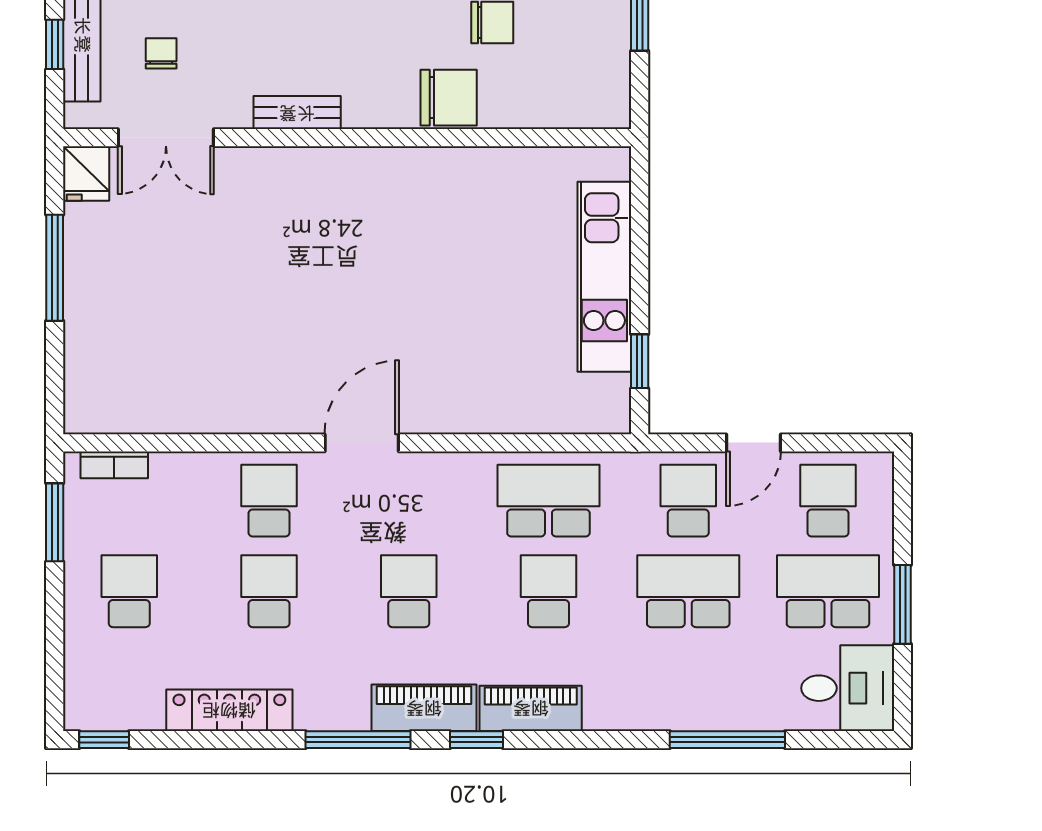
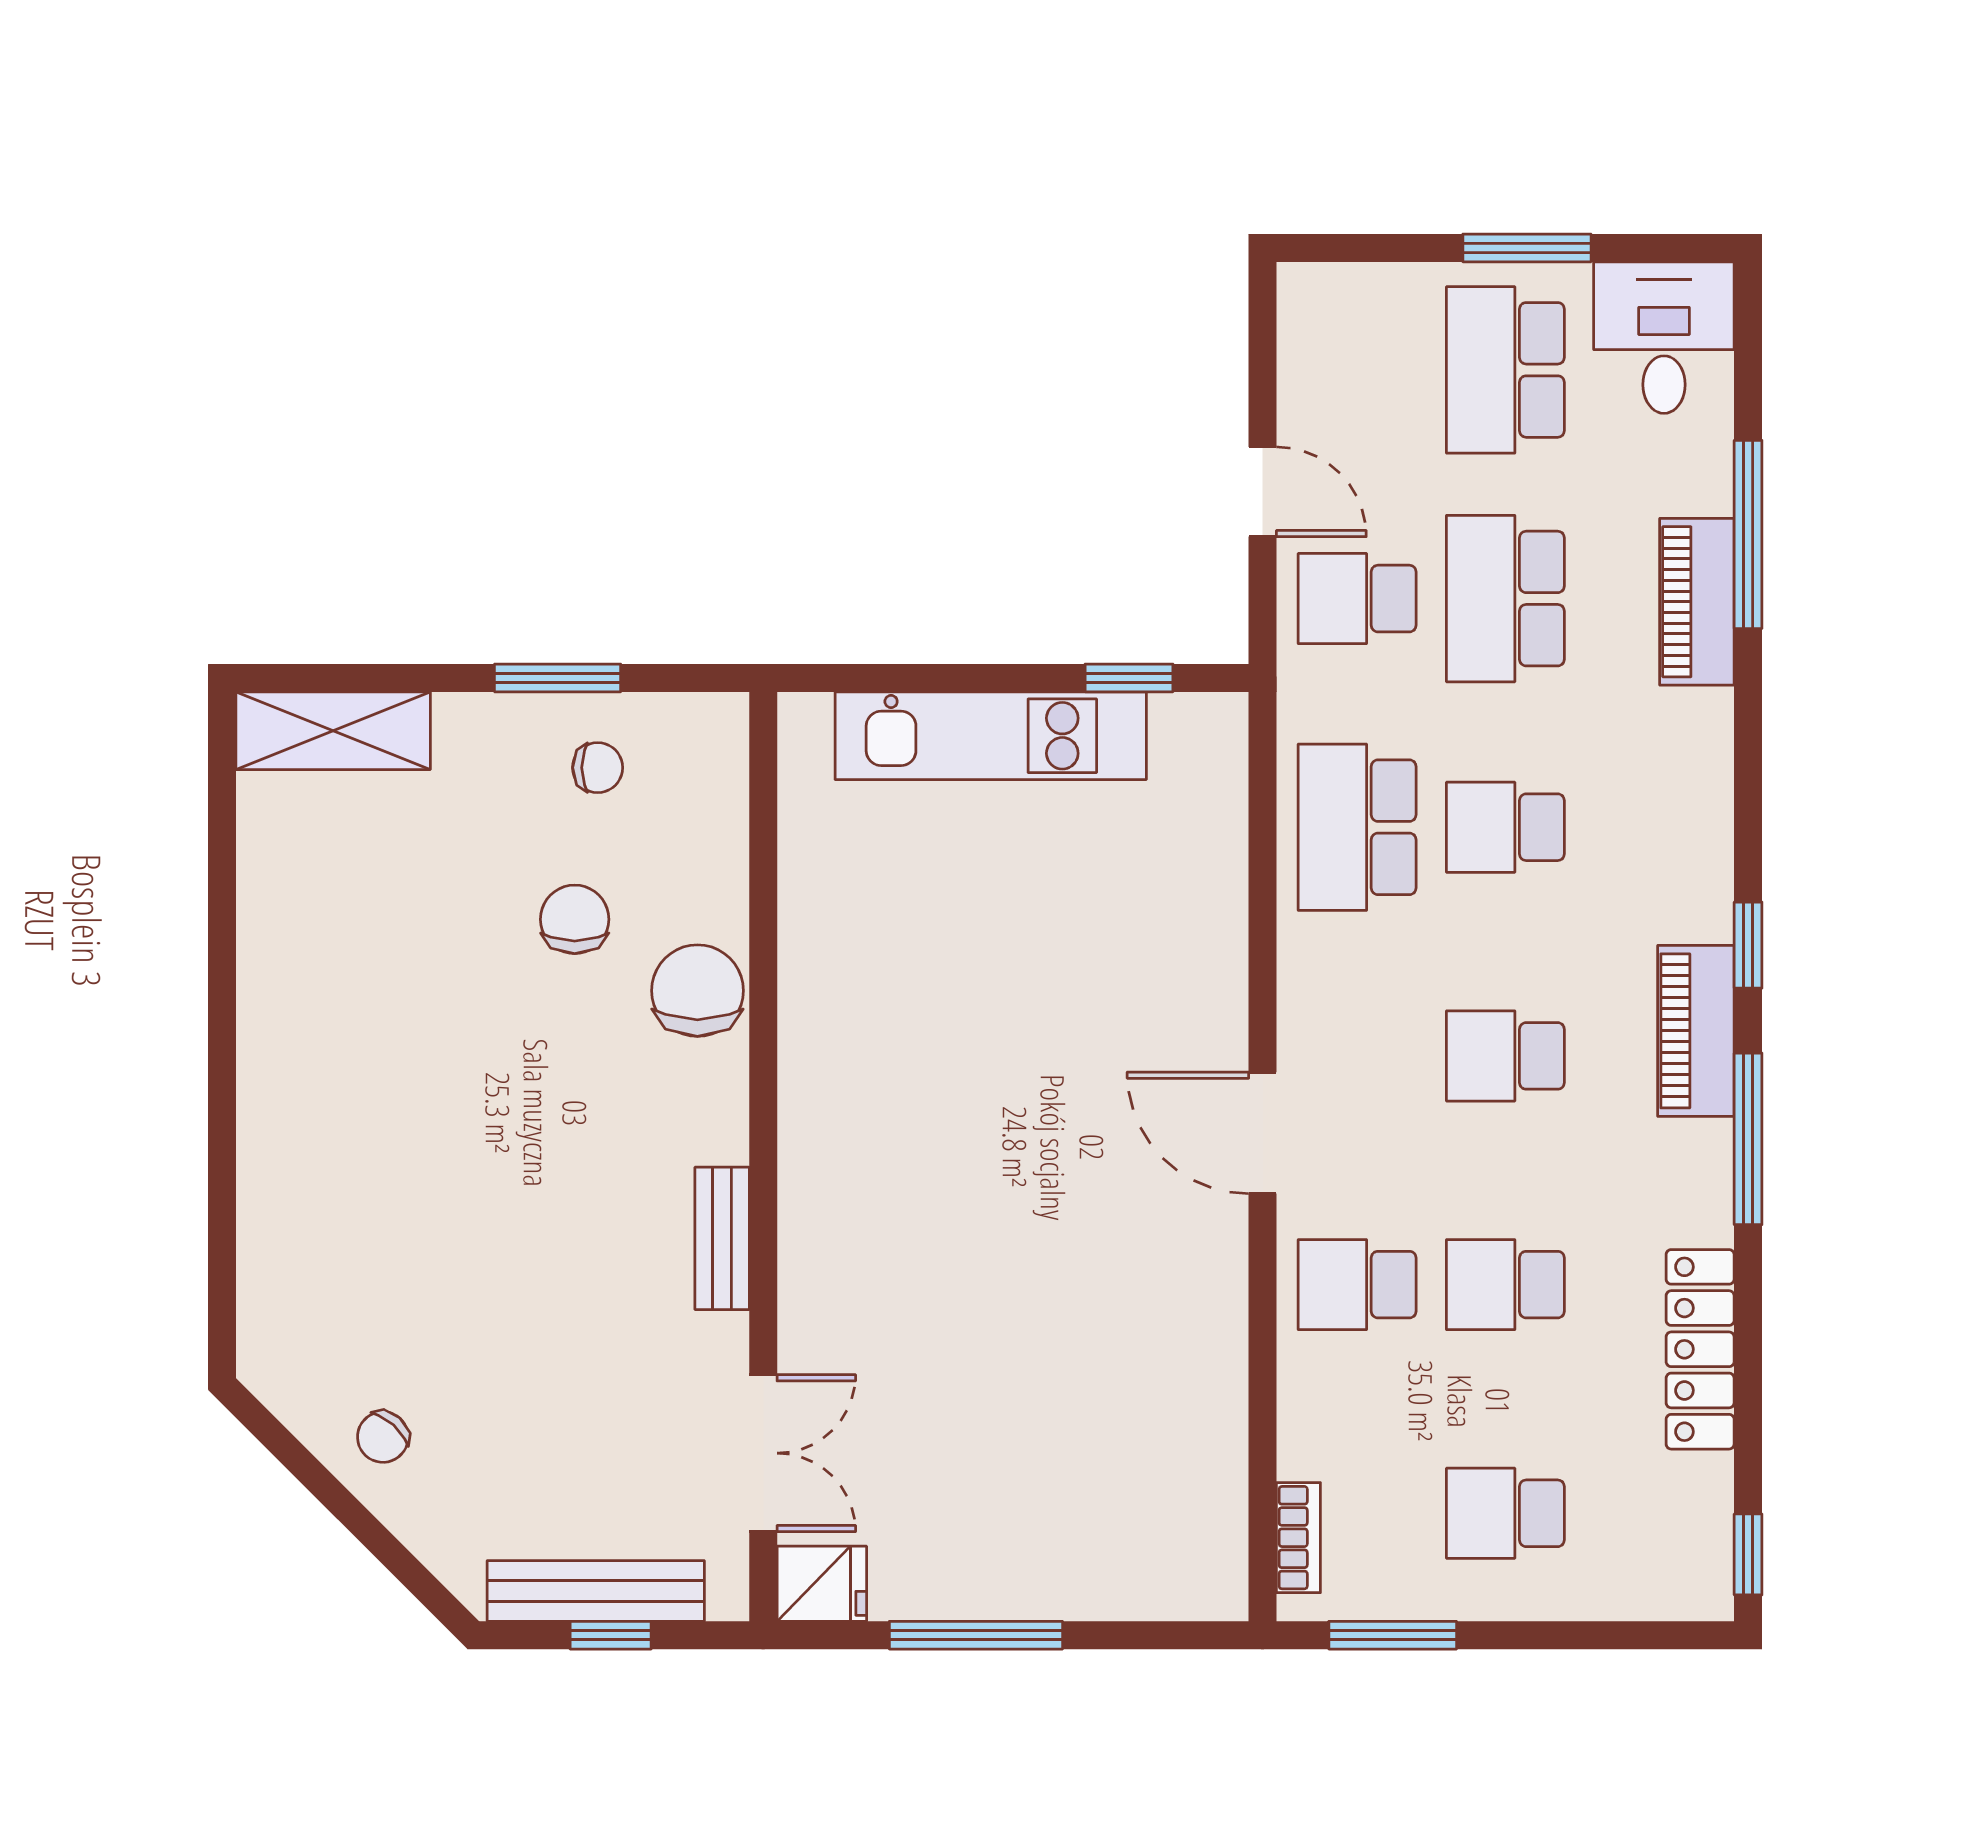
chair: (161, 53) -> (598, 768), moved, turned 180
school desk: (828, 501) -> (1357, 370), removed
piano: (531, 708) -> (1697, 602), moved

